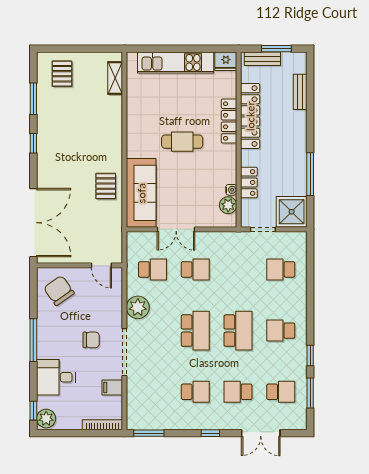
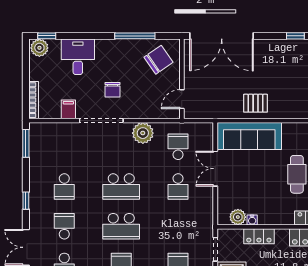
school desk: (153, 269) -> (178, 147), turned 180
window: (33, 340) -> (135, 36), moved

